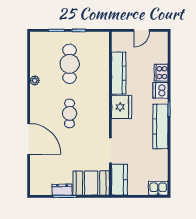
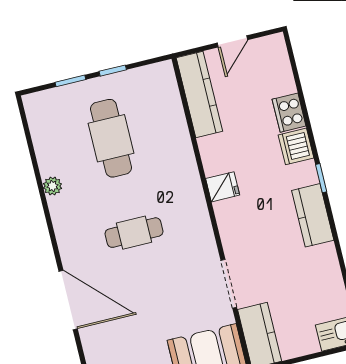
kitchen counter: (119, 73) -> (199, 94), moved
fridge: (122, 107) -> (223, 187), width x0.53, depth x0.75
cafe table: (70, 113) -> (134, 233), turned 90
kitchen counter: (160, 127) -> (313, 215), width x0.67

